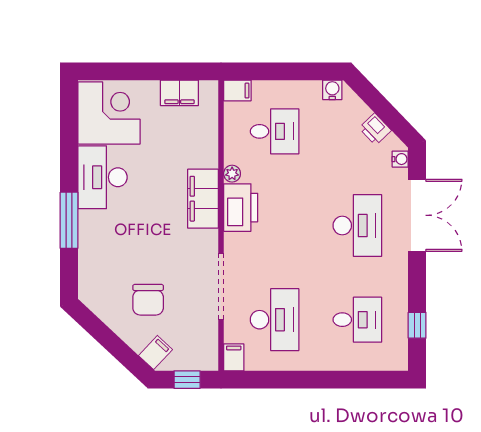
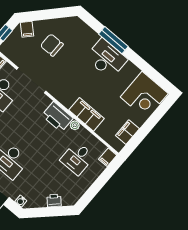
water cooler: (332, 90) -> (74, 197), removed
printer: (375, 129) -> (54, 201), moved
desk: (103, 177) -> (106, 59), moved
filing cabinet: (203, 199) -> (87, 114), moved

